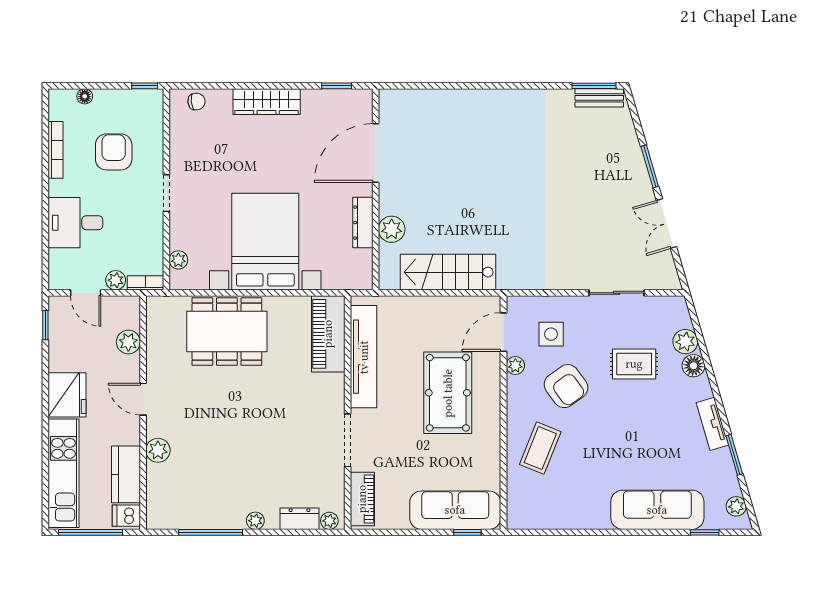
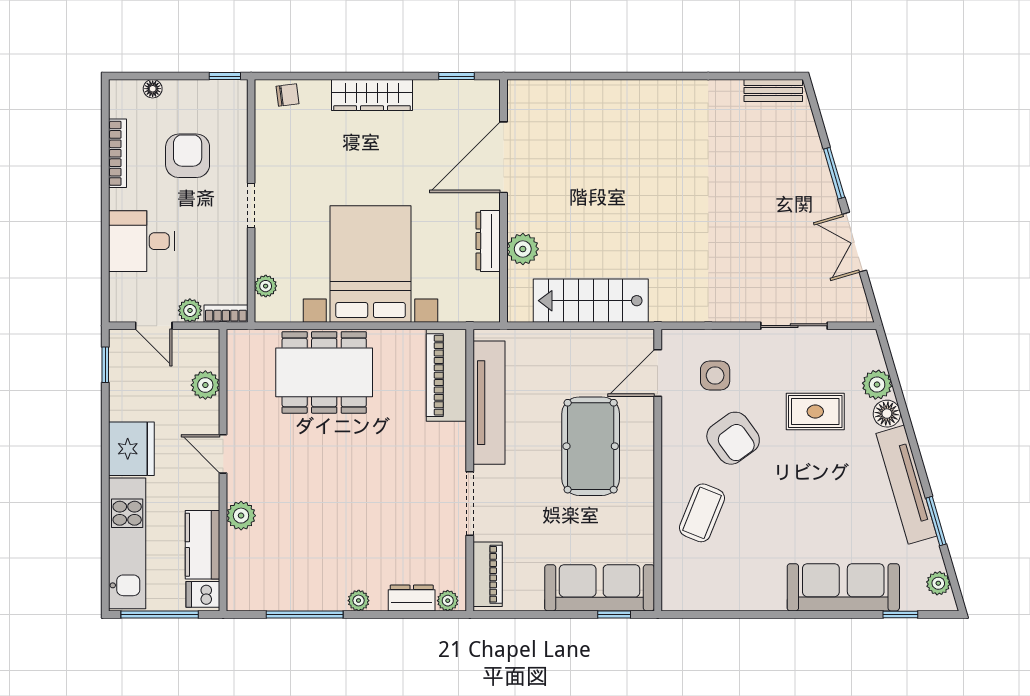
window: (594, 86) -> (767, 76), removed
plant: (515, 366) -> (672, 413), removed
tv unit: (712, 424) -> (906, 485), width x1.92, depth x1.29

